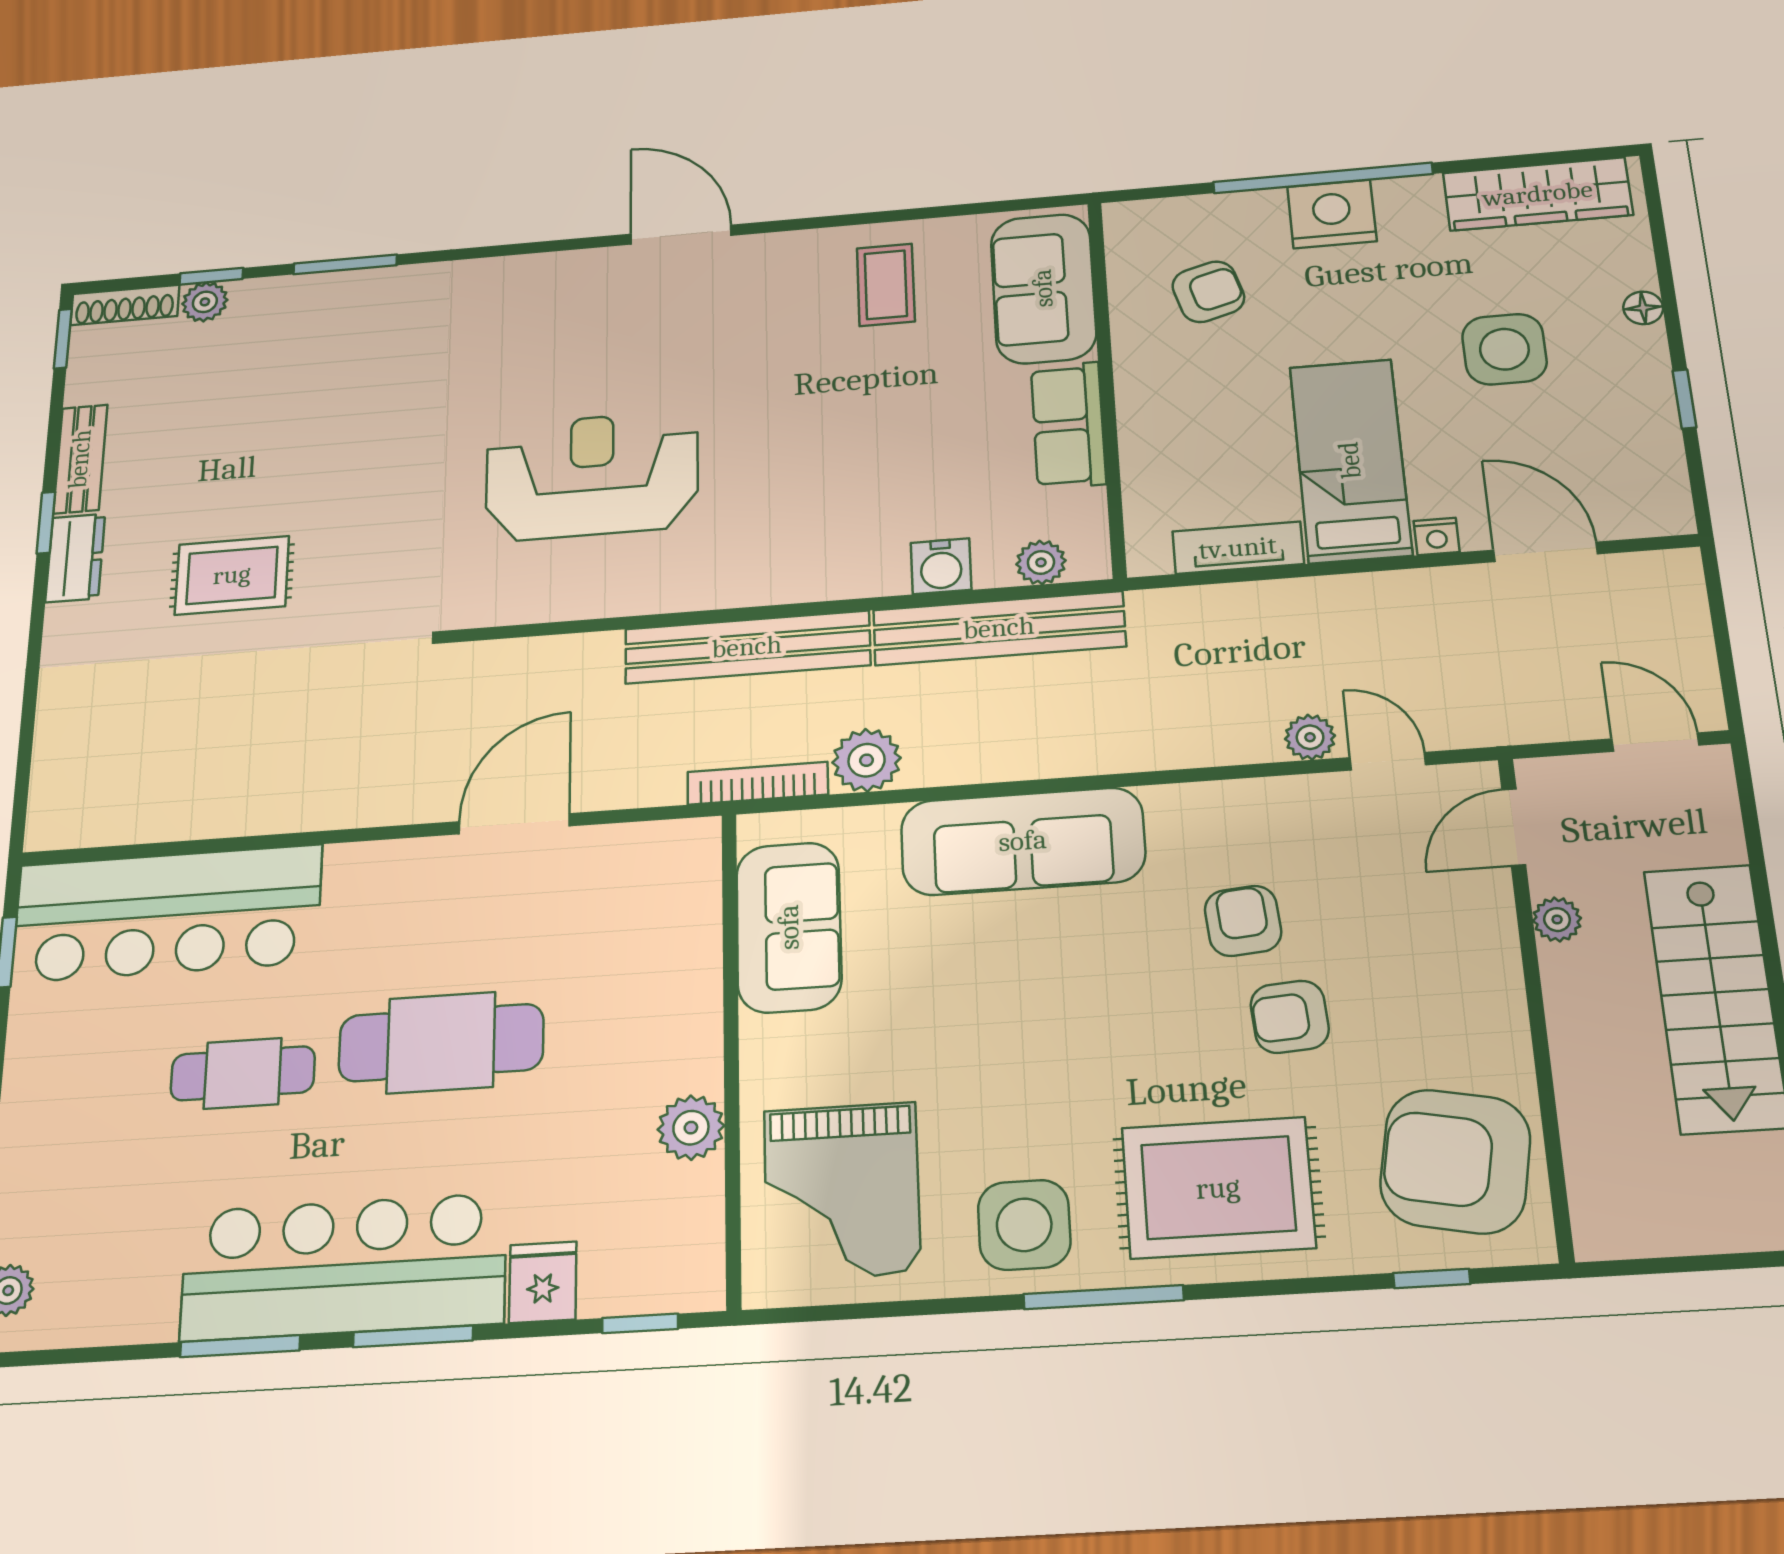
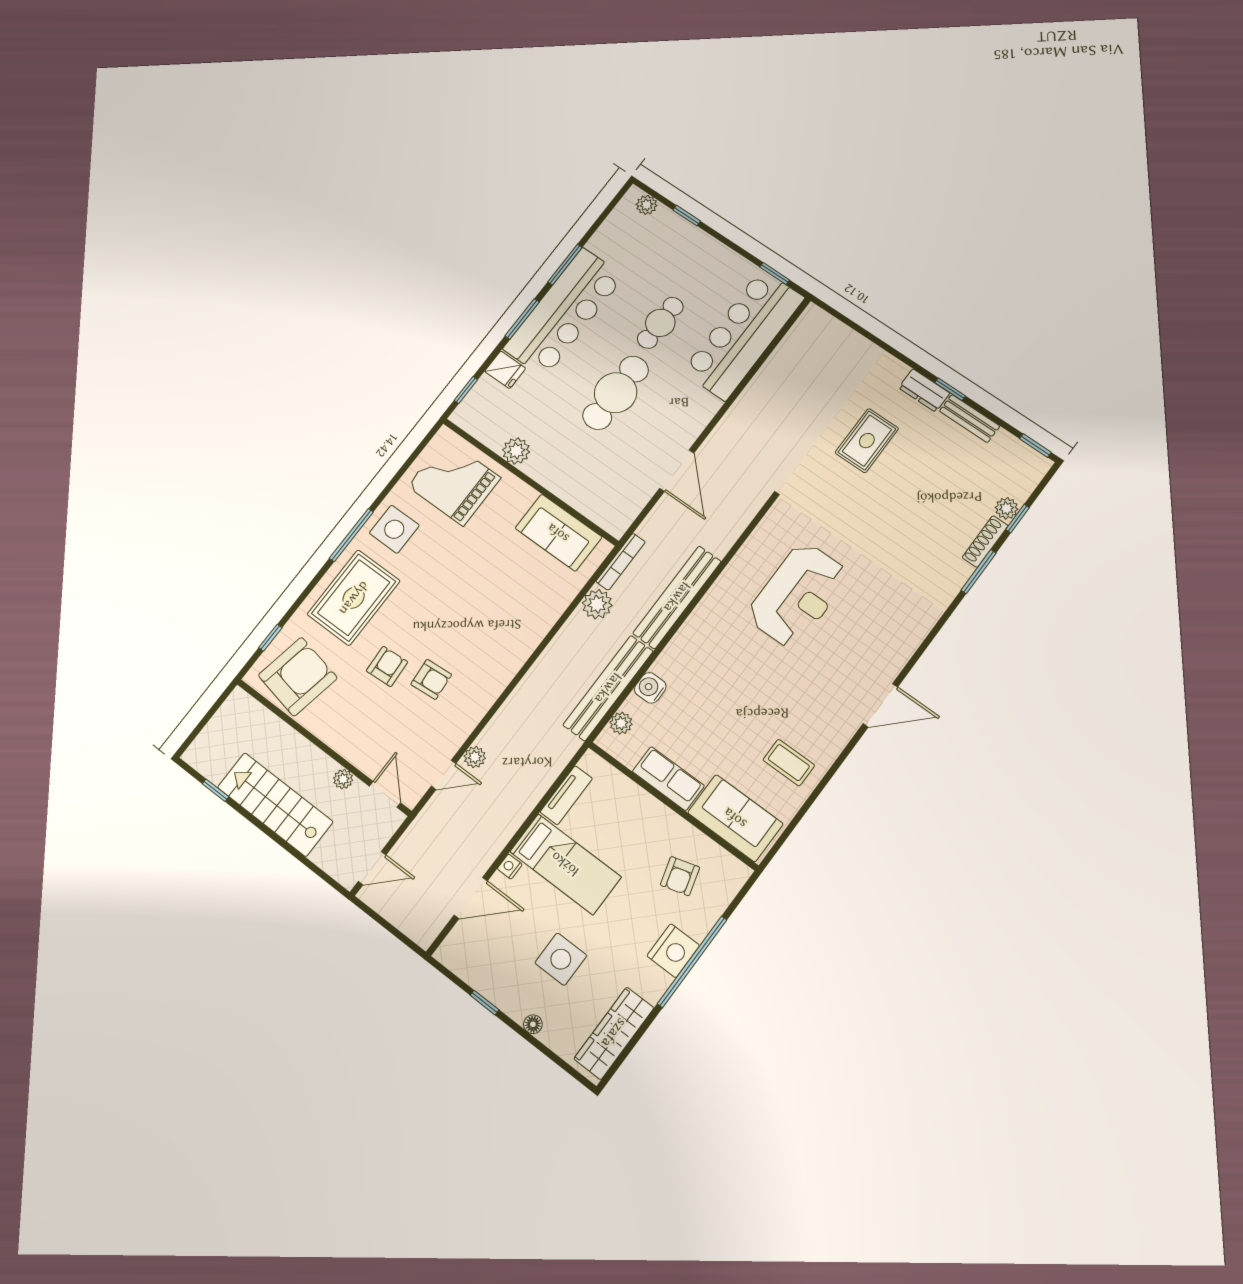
shoe rack: (125, 305) -> (985, 542), moved
sofa: (1023, 841) -> (522, 632), removed

